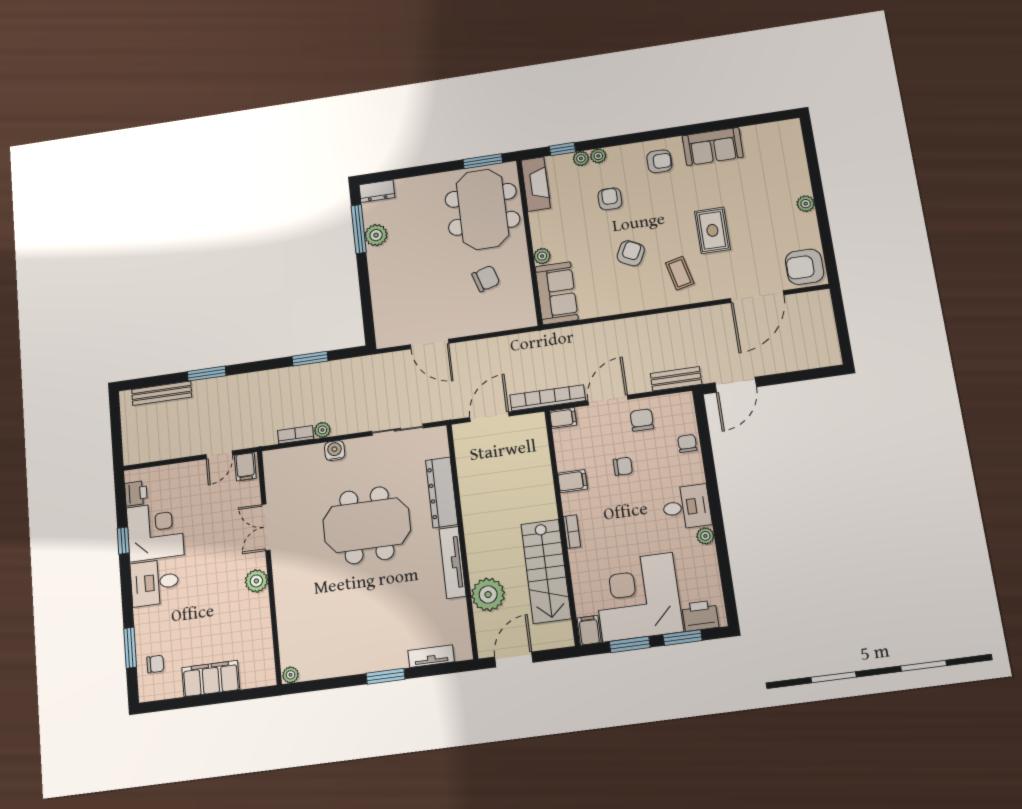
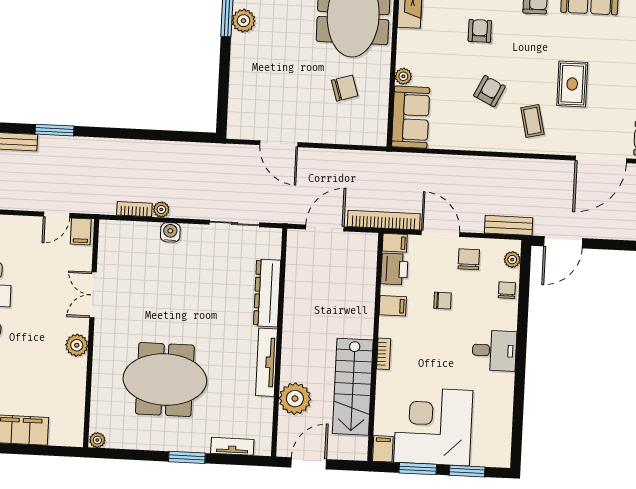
window: (310, 359) -> (159, 135), removed
door: (608, 400) -> (440, 234), hinge flipped
meeting table: (367, 525) -> (165, 380), moved
plant: (705, 536) -> (512, 260), moved
printer: (700, 616) -> (394, 269), moved, turned 90

